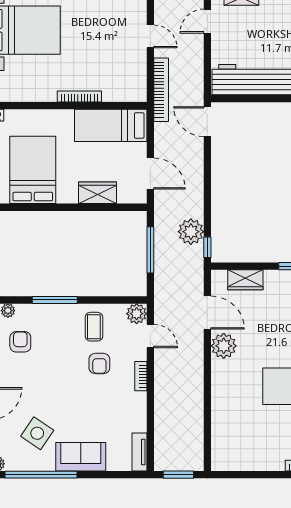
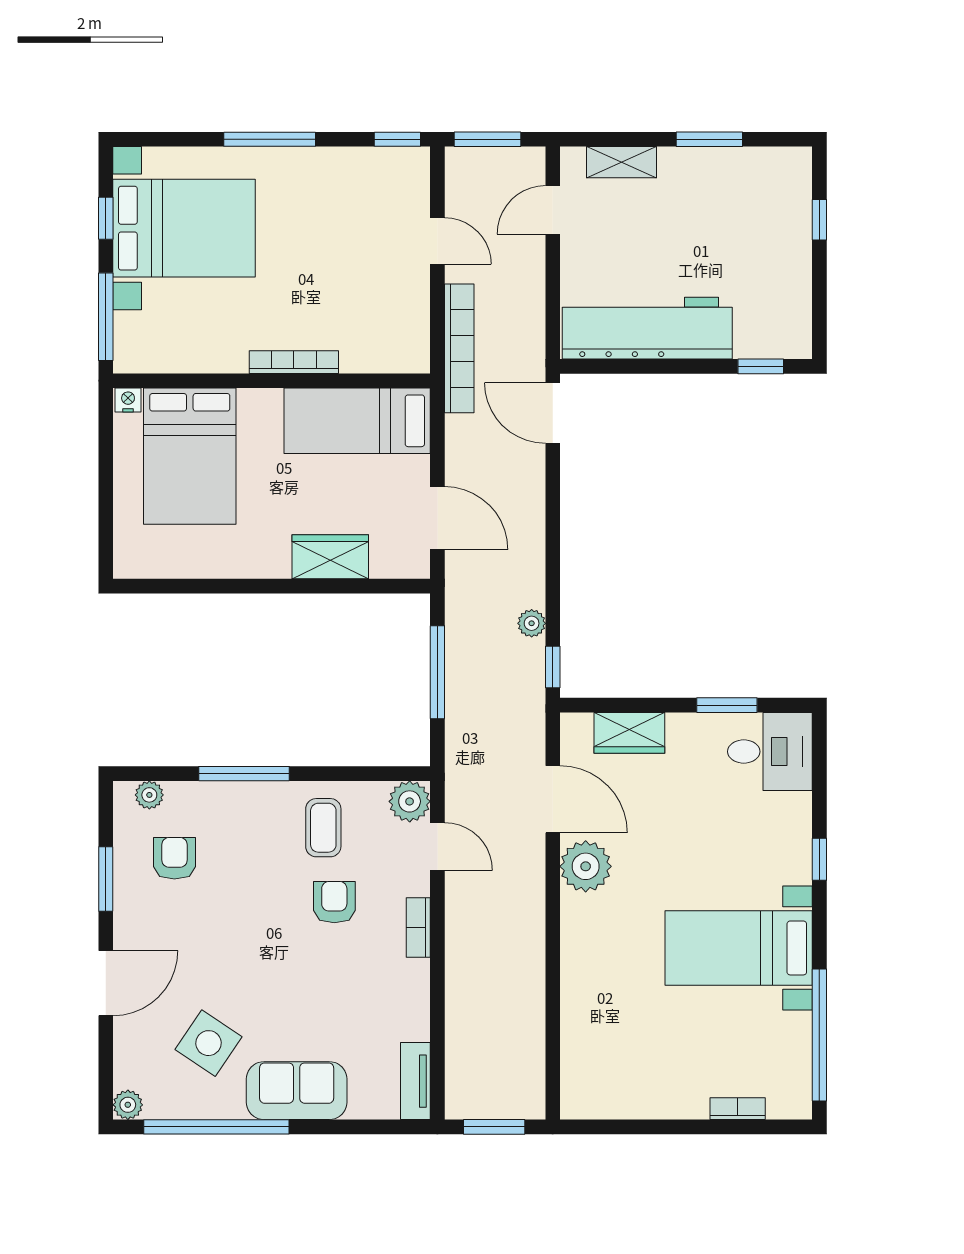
bed: (33, 170) -> (190, 456), moved, turned 180
plant: (191, 232) -> (532, 623), width x0.53, depth x0.53
armchair: (99, 363) -> (334, 902), turned 180

